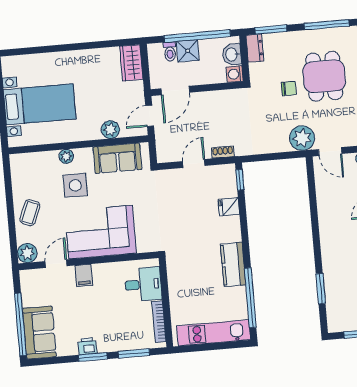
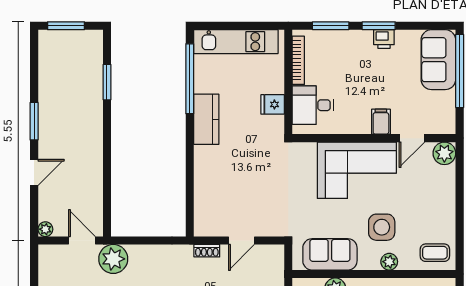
window: (240, 180) -> (190, 217), removed
fridge: (229, 207) -> (273, 104), moved, turned 180
coffee table: (30, 213) -> (435, 253), moved, turned 68

